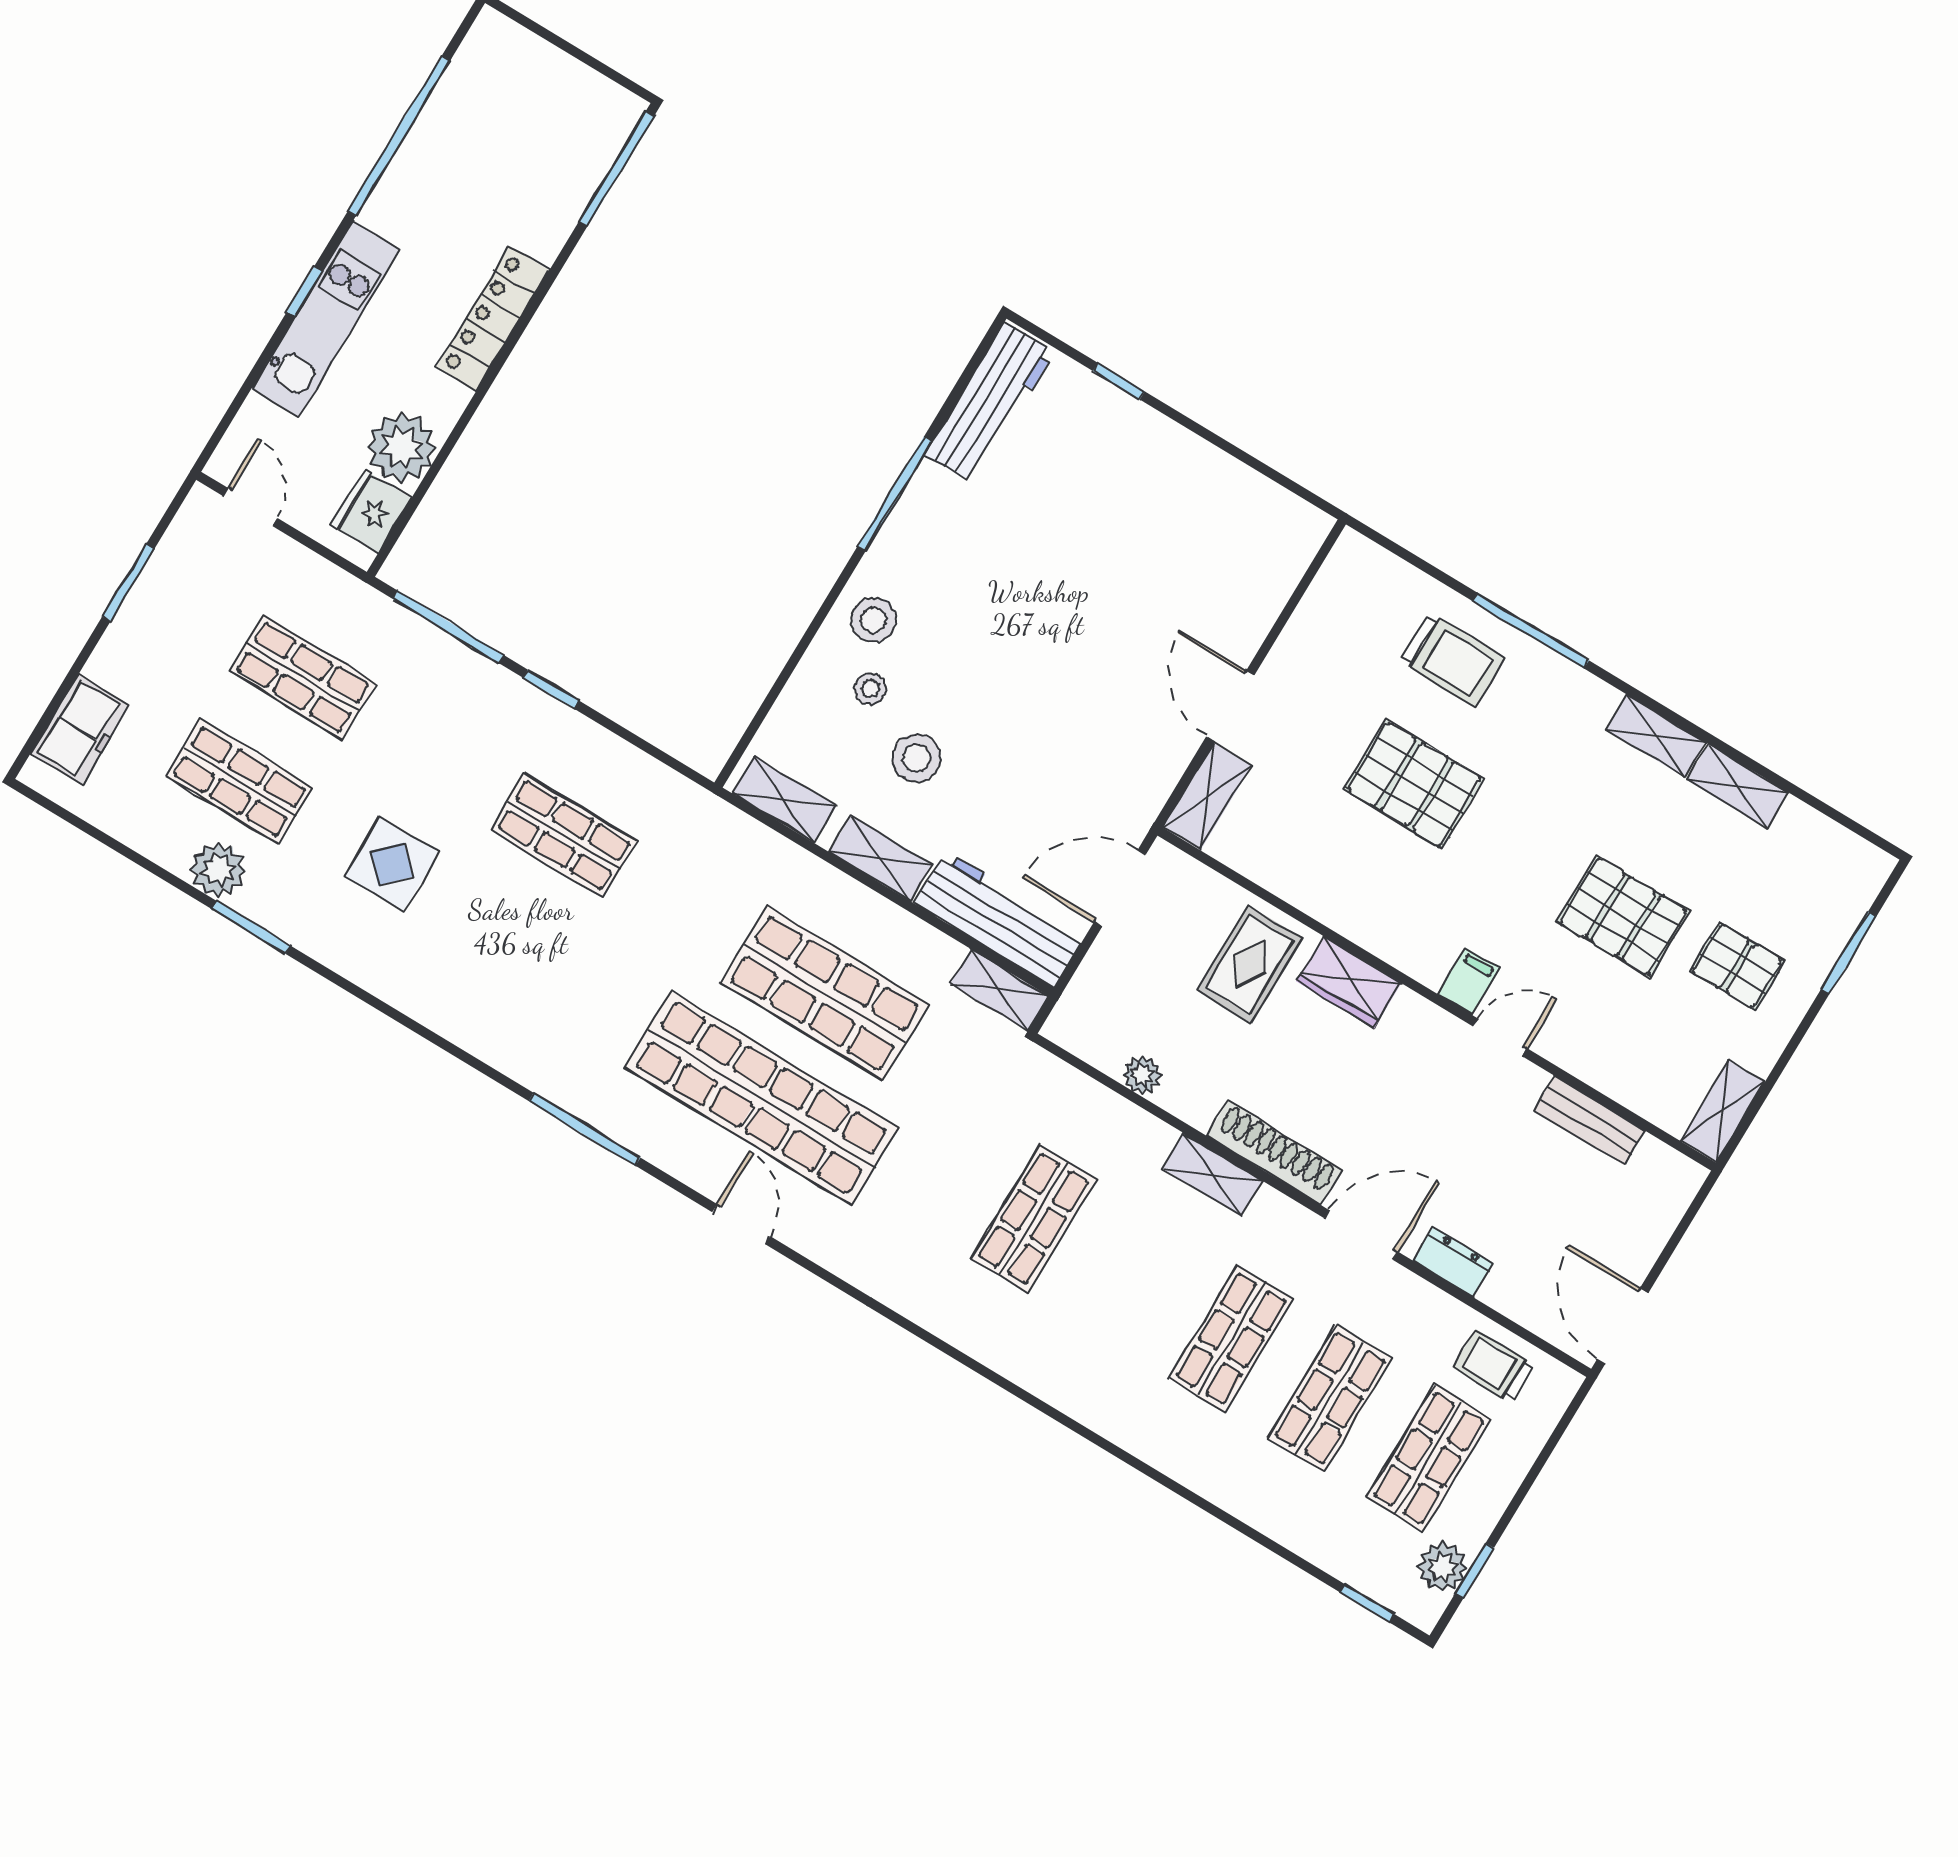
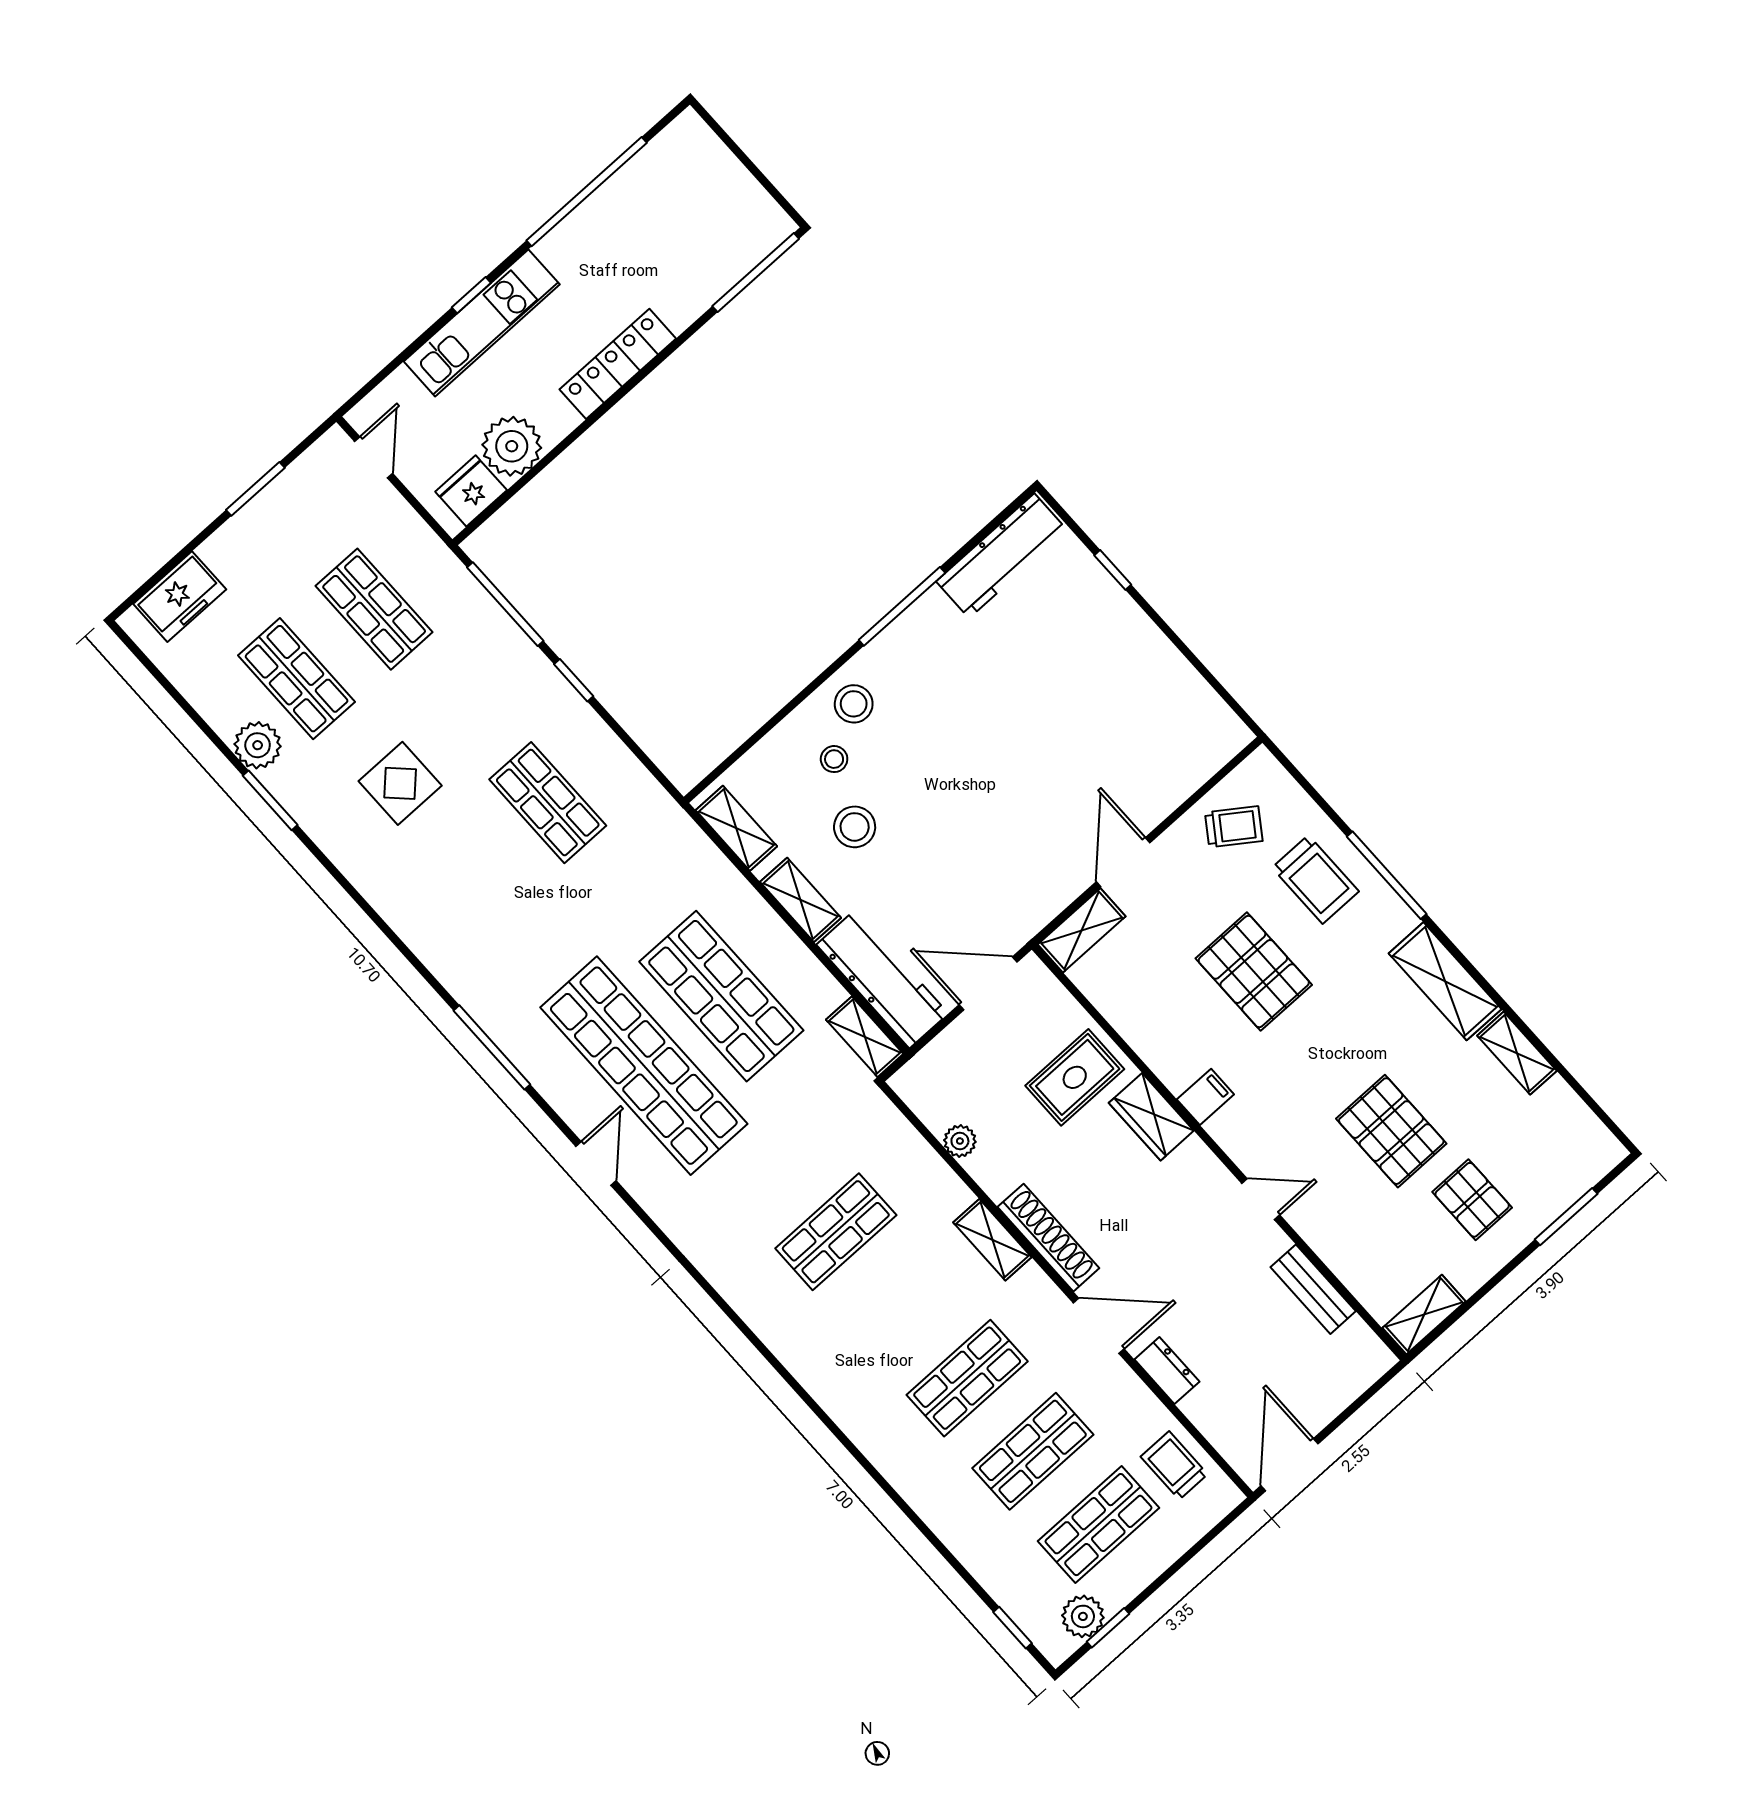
trolley: (1342, 628) -> (1234, 827), added
shelving: (1656, 736) -> (1445, 981), width x1.50, depth x1.33
filing cabinet: (1469, 981) -> (1205, 1097), moved

